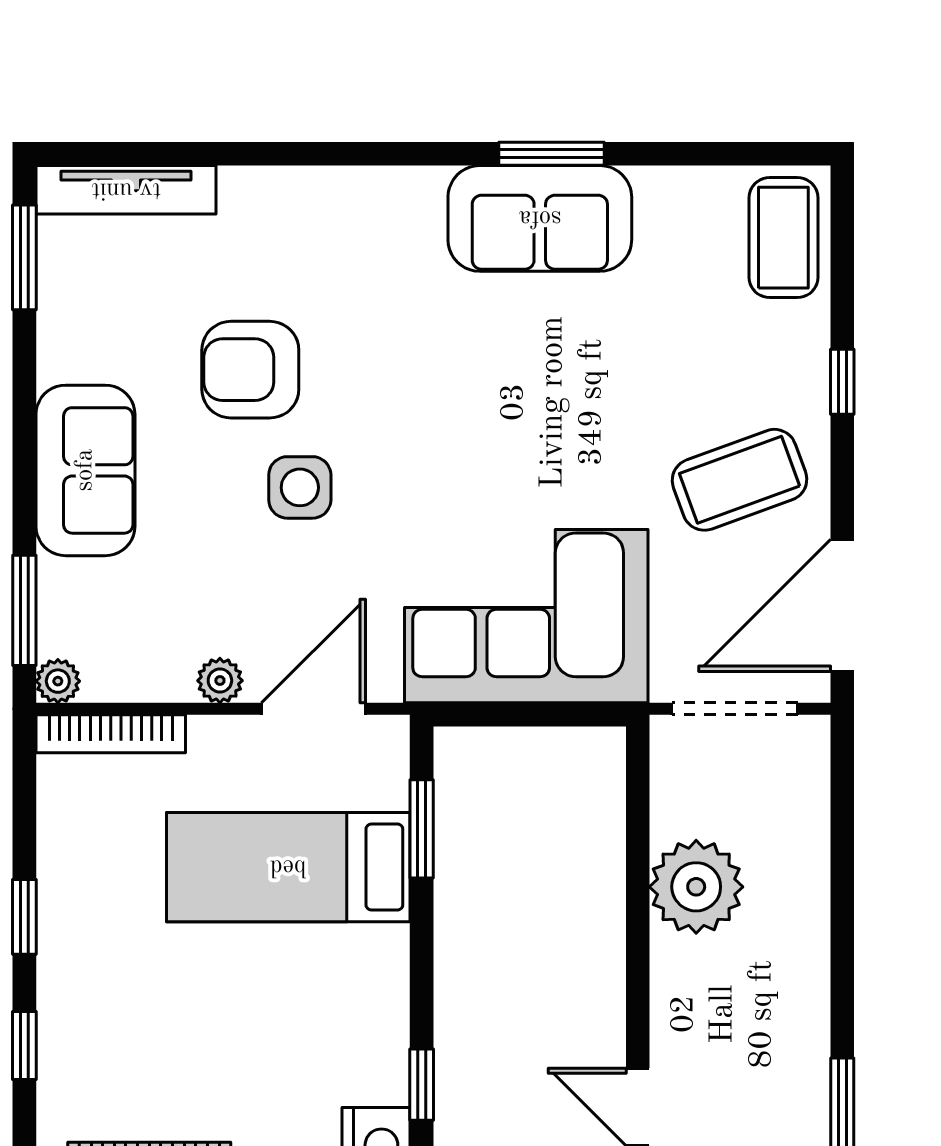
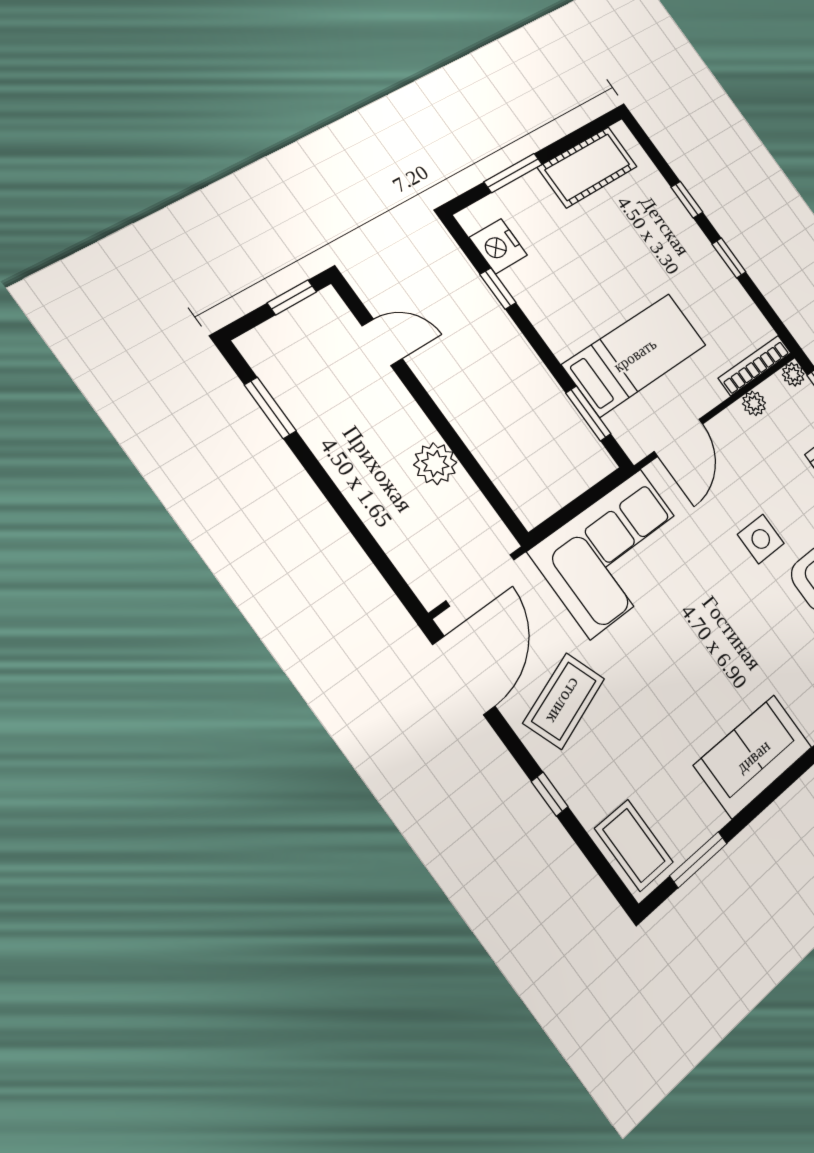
window: (552, 154) -> (698, 860), moved
plant: (220, 681) -> (754, 403), moved
plant: (696, 887) -> (435, 464), width x0.73, depth x0.73

